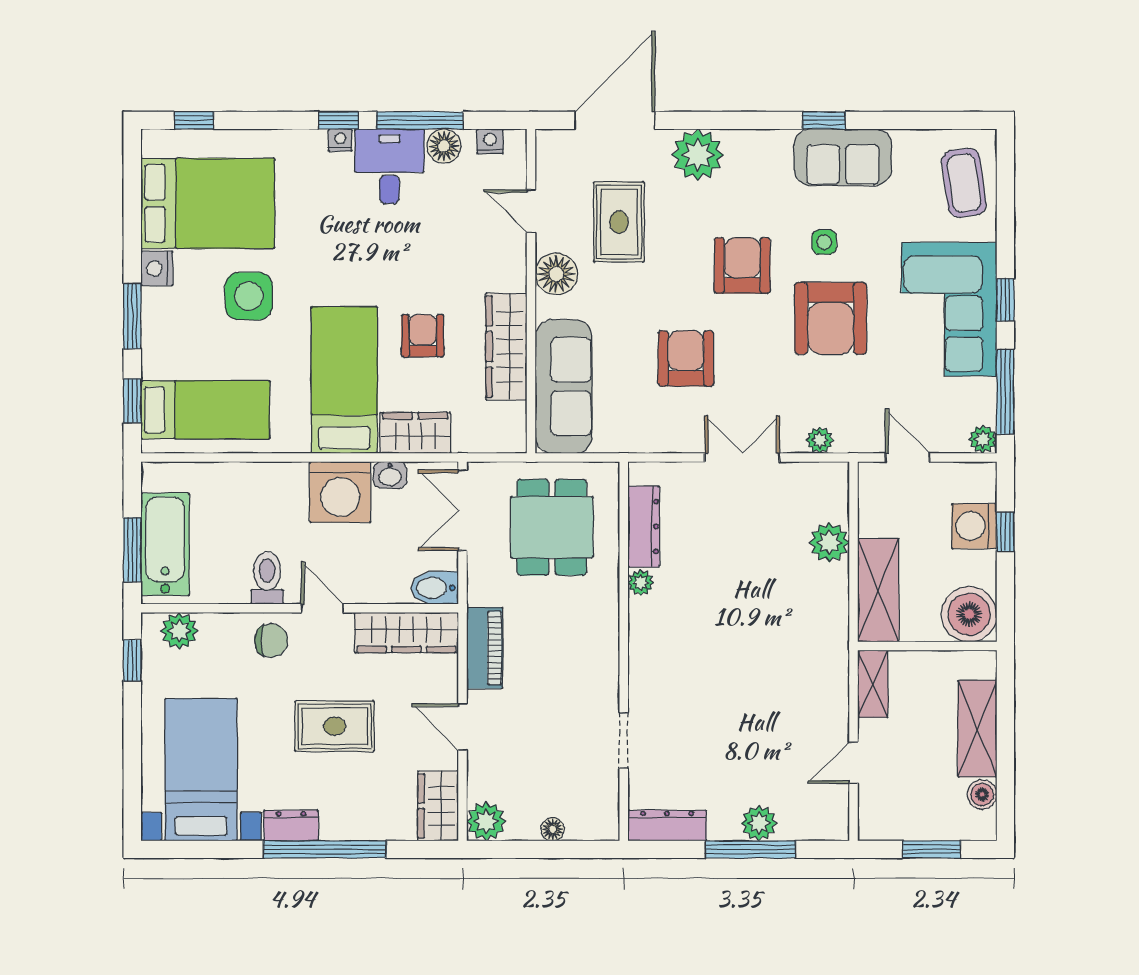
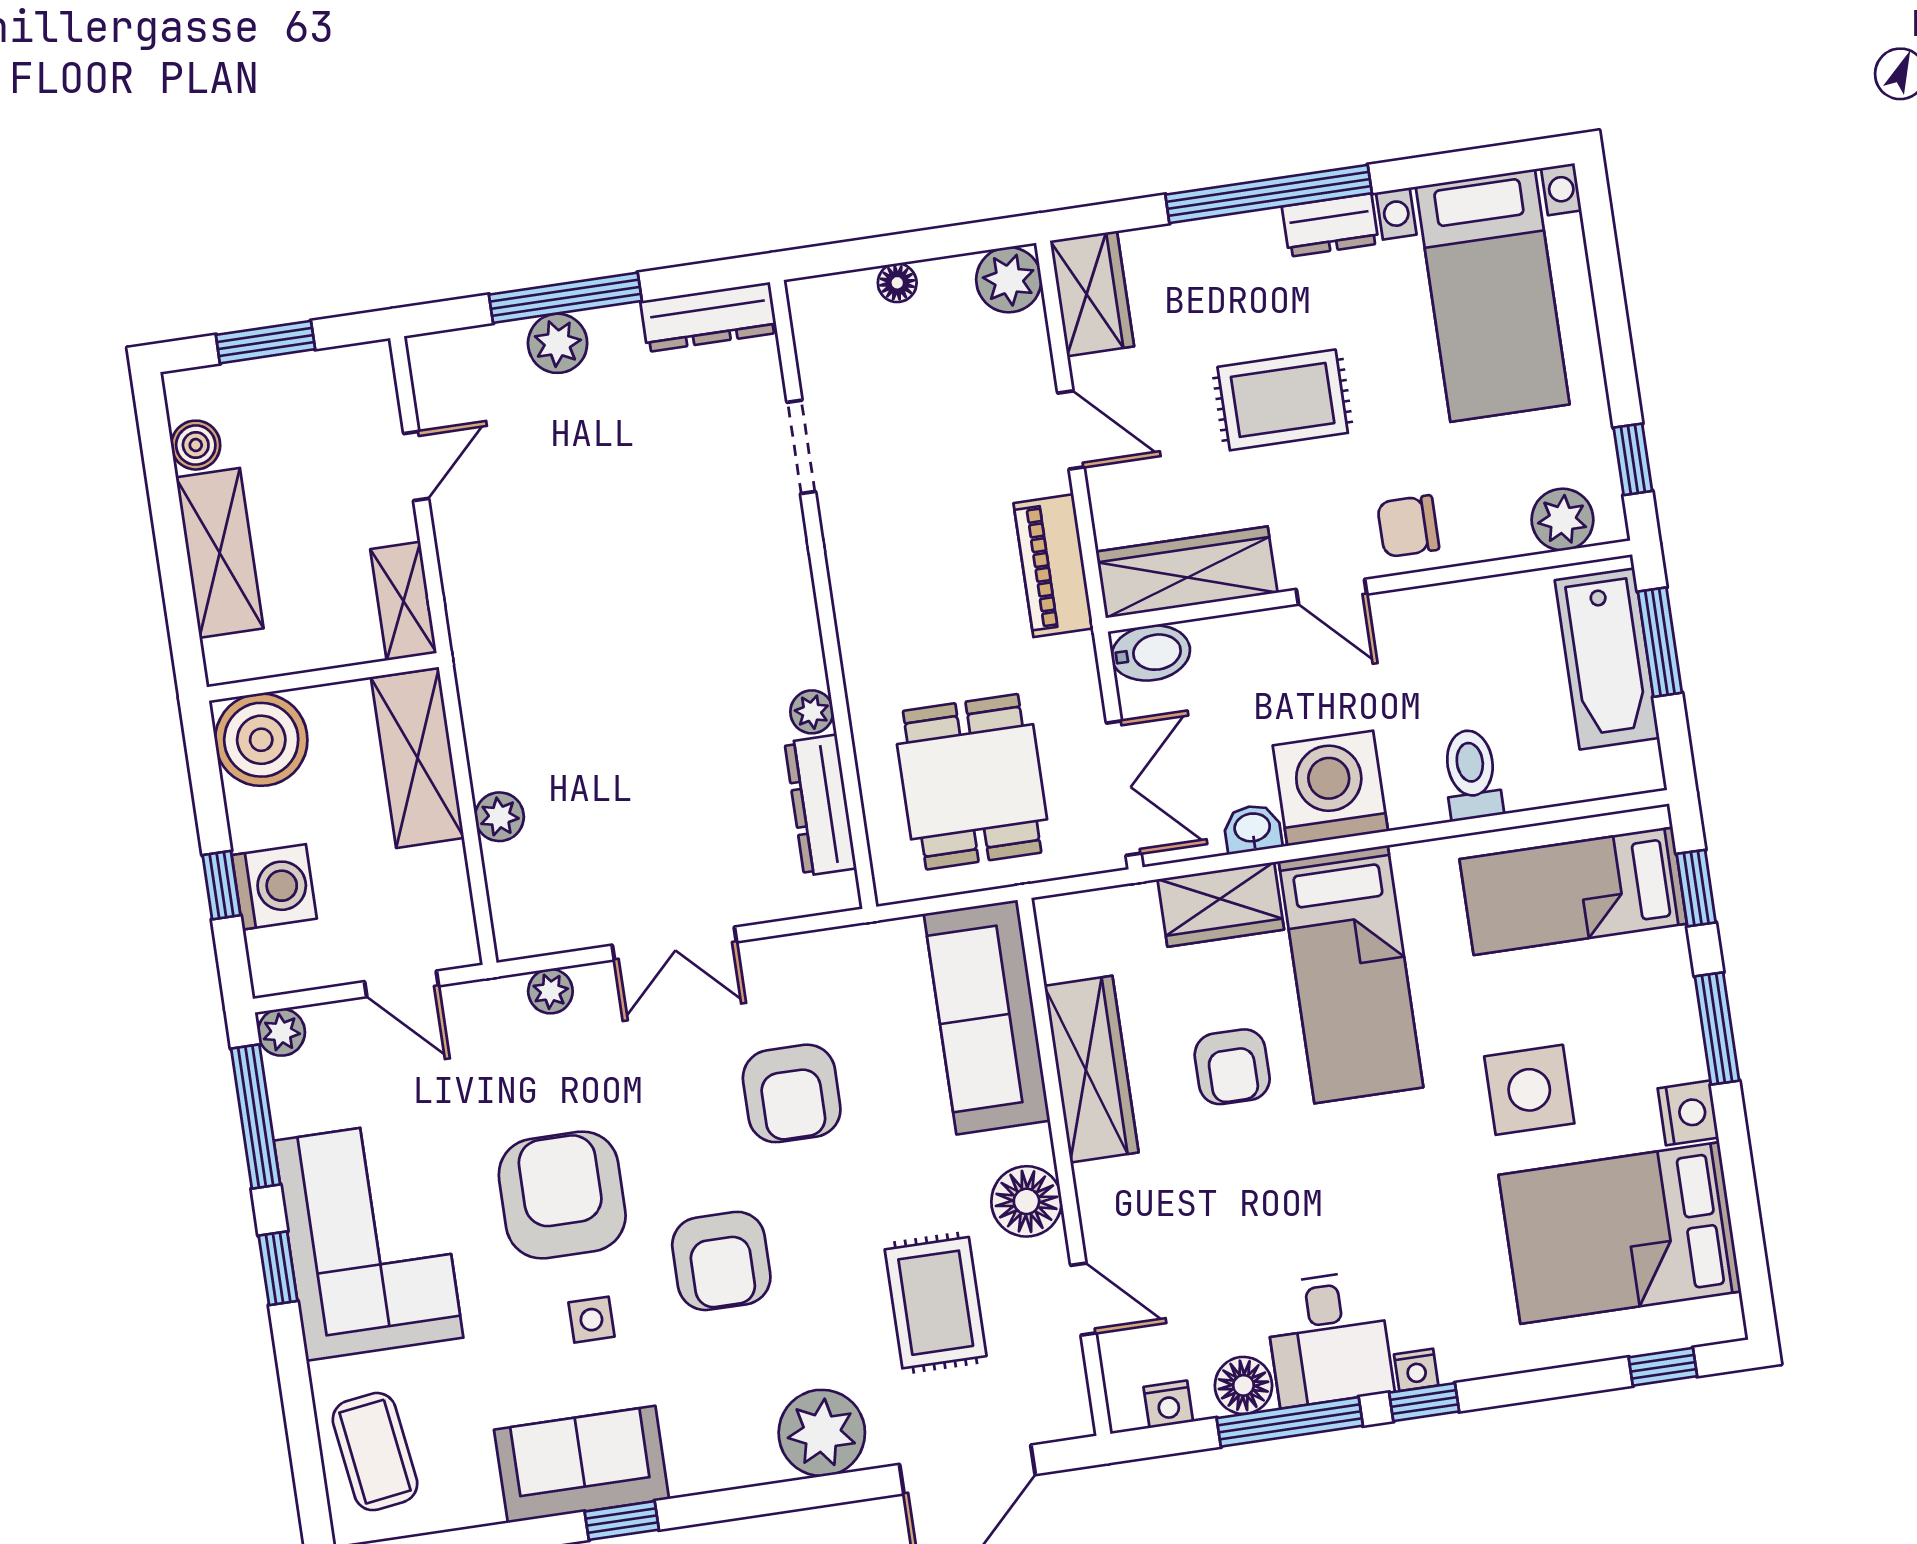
plant: (829, 542) -> (499, 817), width x0.73, depth x0.73
toilet: (267, 578) -> (1472, 774), moved, turned 180

